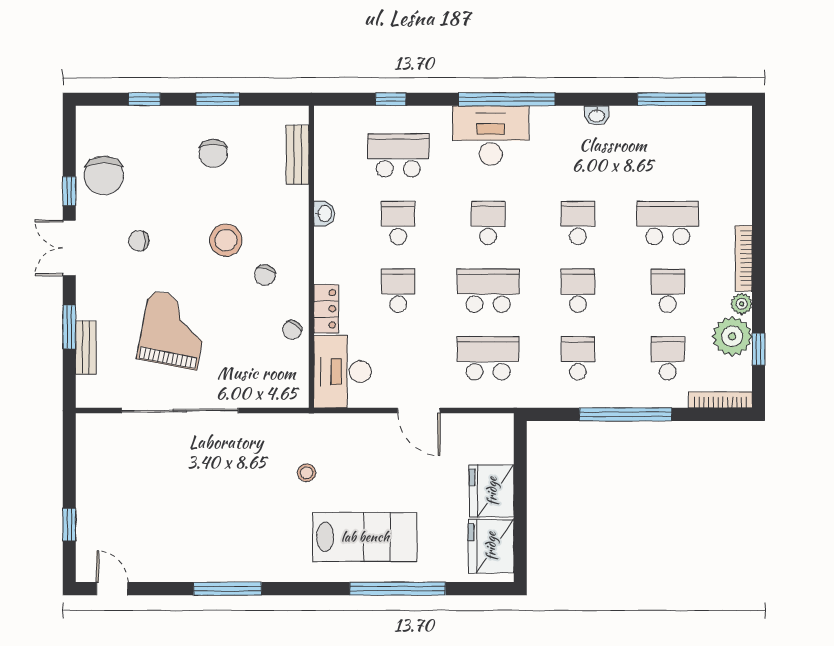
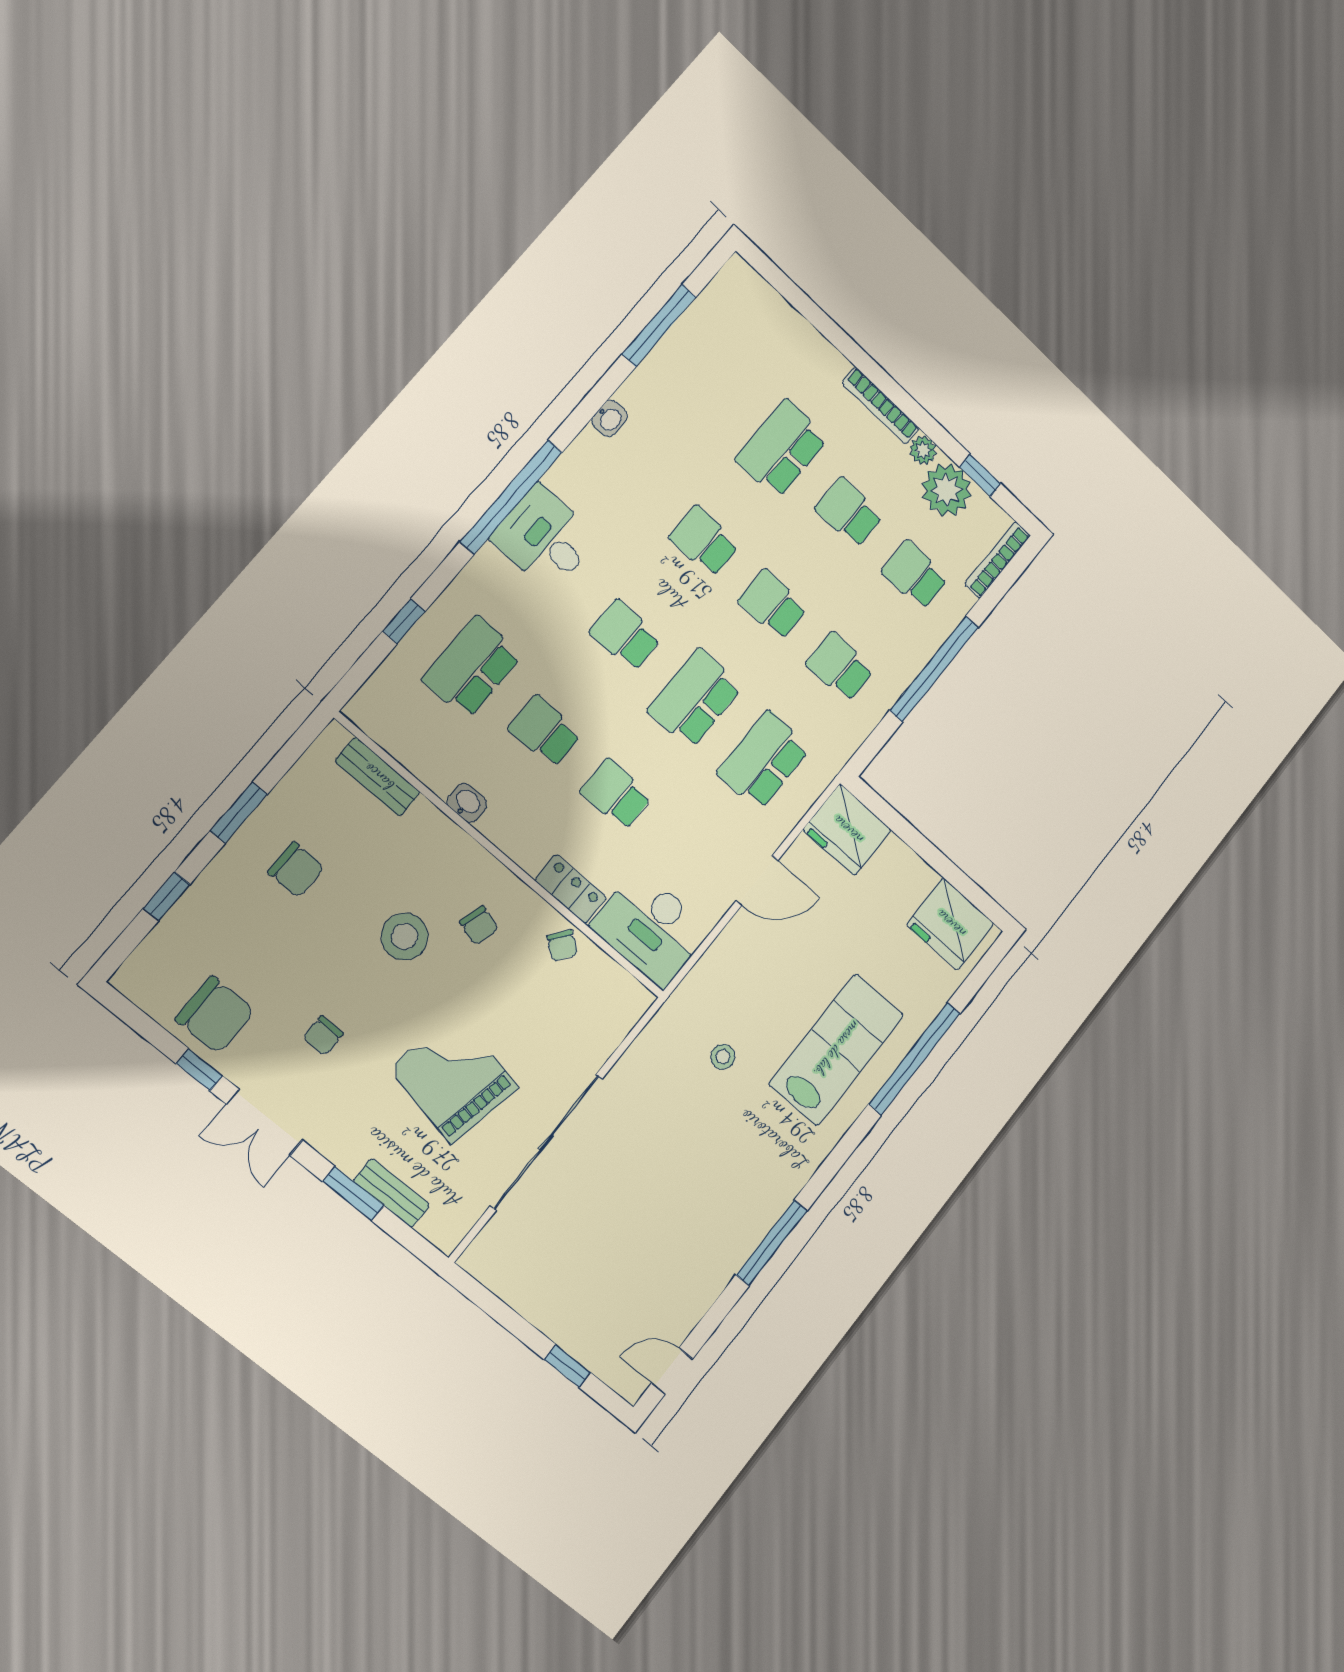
desk: (491, 135) -> (545, 538), width x0.73
fridge: (492, 491) -> (847, 830), moved

